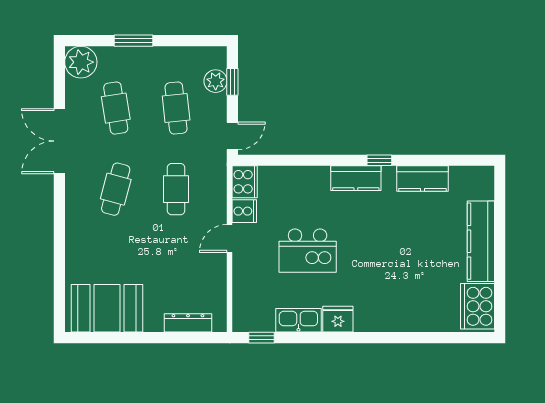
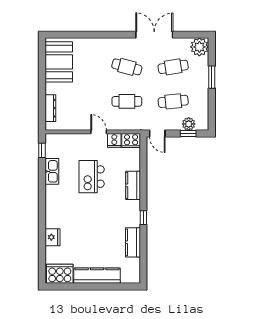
kitchen counter: (356, 178) -> (133, 185), moved
fridge: (338, 319) -> (52, 237), moved

